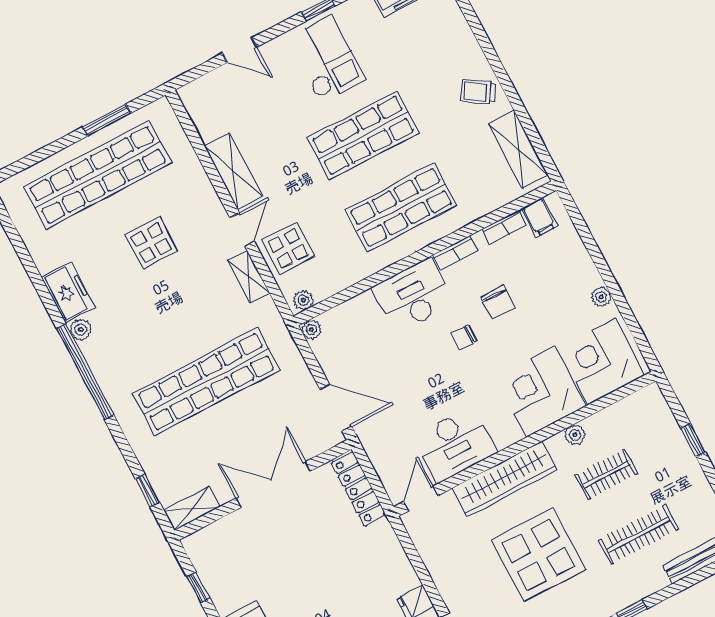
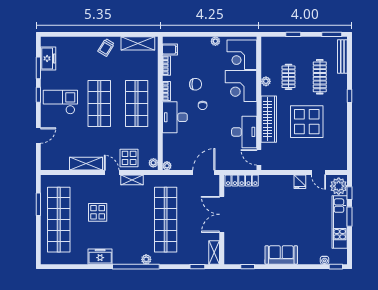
plant: (81, 330) -> (146, 259), moved

